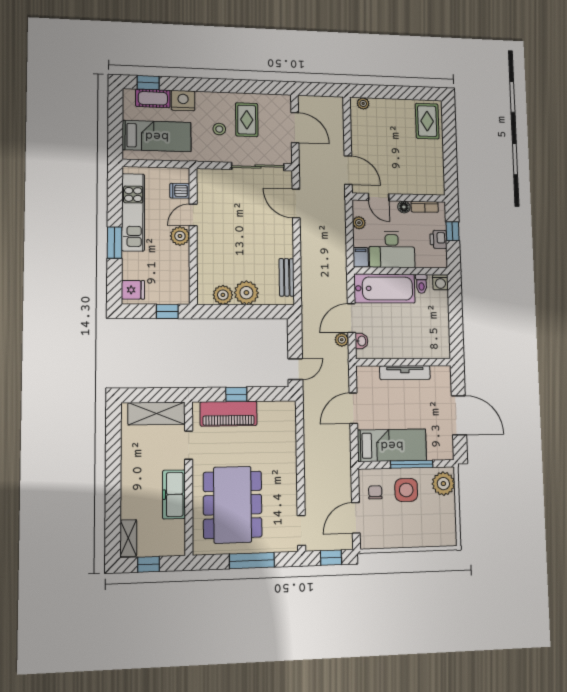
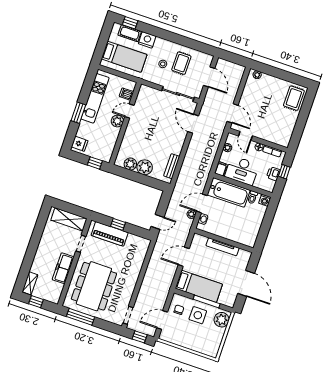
window: (252, 561) -> (80, 317), moved

